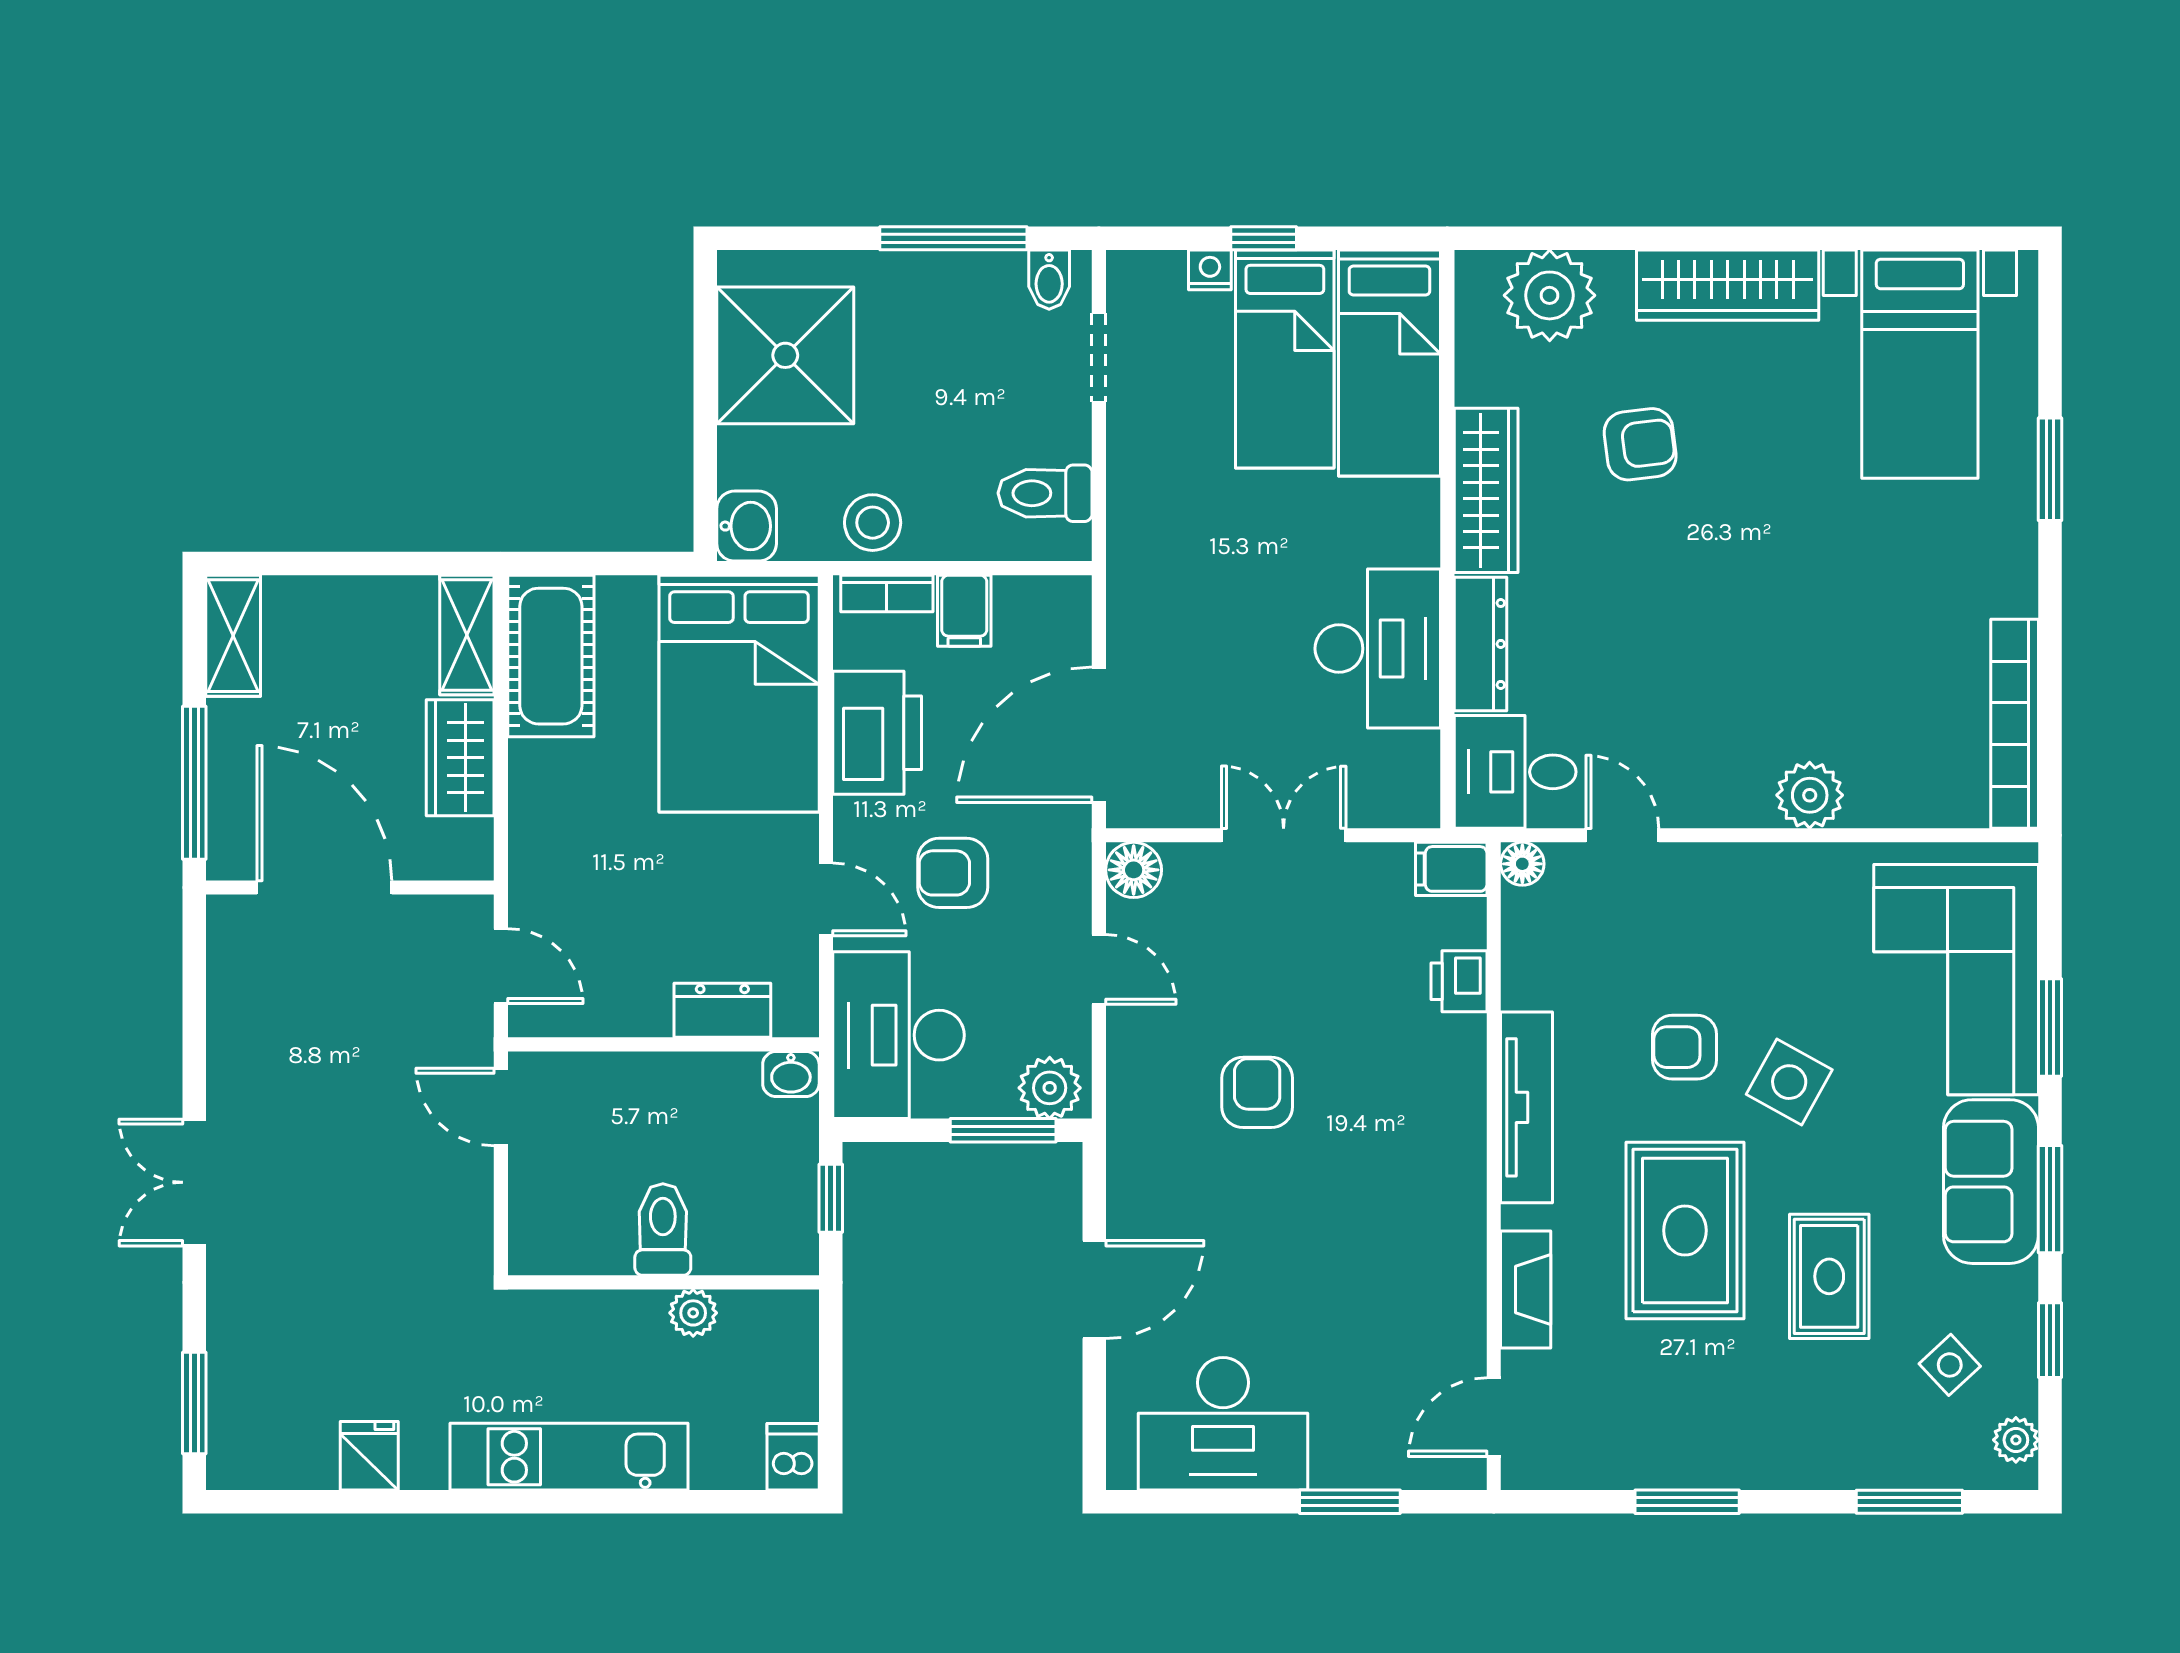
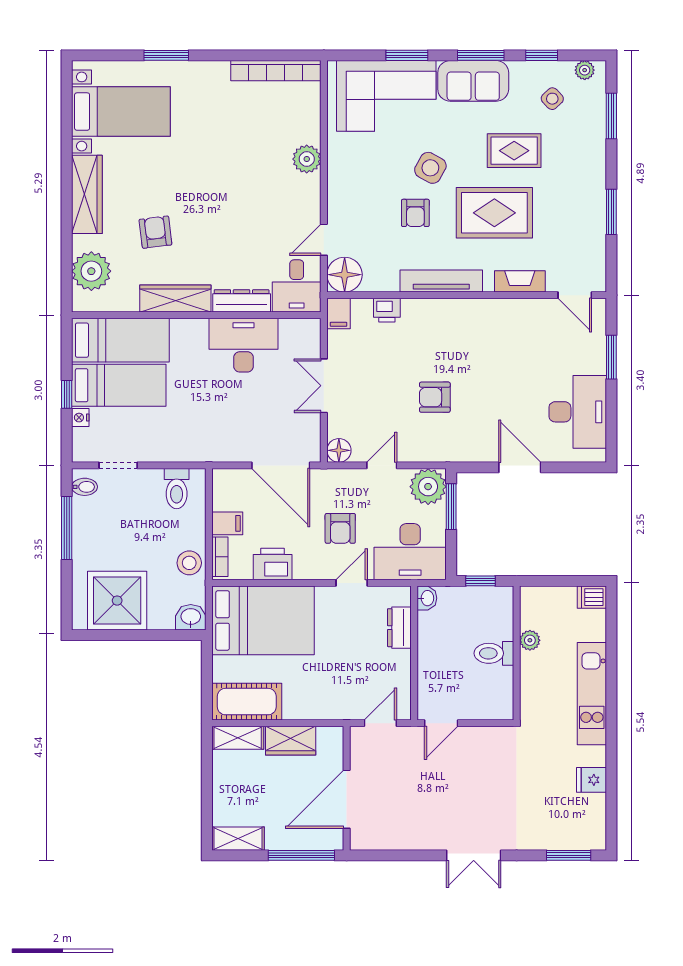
printer: (877, 733) -> (273, 564), width x0.73, depth x0.84
floor lamp: (1522, 864) -> (345, 275), width x1.89, depth x1.89
plant: (1050, 1088) -> (428, 487), width x1.36, depth x1.36

